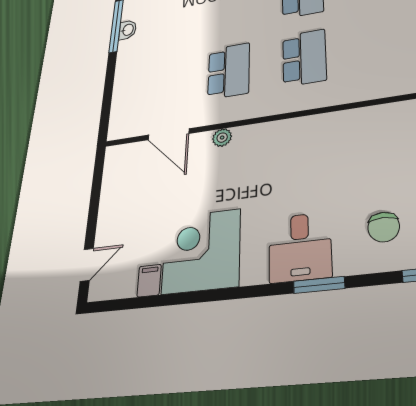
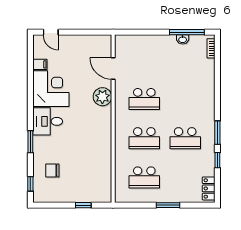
school desk: (384, 44) -> (144, 177), added
door: (169, 134) -> (113, 69), hinge flipped
plant: (222, 138) -> (102, 97), width x1.88, depth x1.88
desk: (300, 247) -> (48, 121), moved

